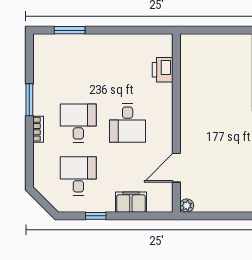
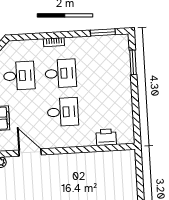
window: (29, 100) -> (103, 32), moved
desk: (128, 123) -> (63, 112), turned 180

